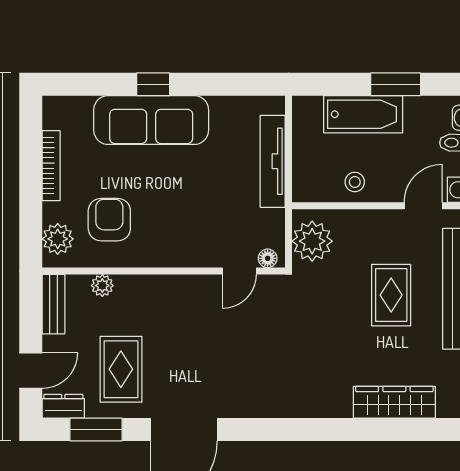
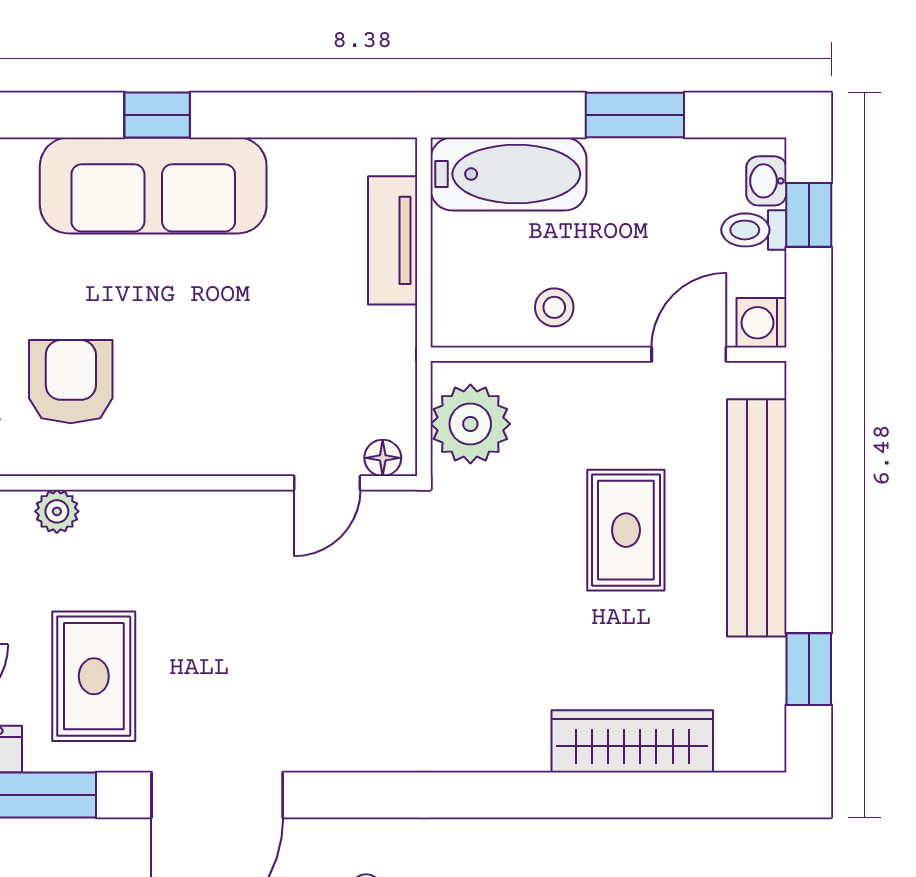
bathtub: (363, 114) -> (508, 174), moved
tv unit: (273, 161) -> (393, 240), width x0.71

